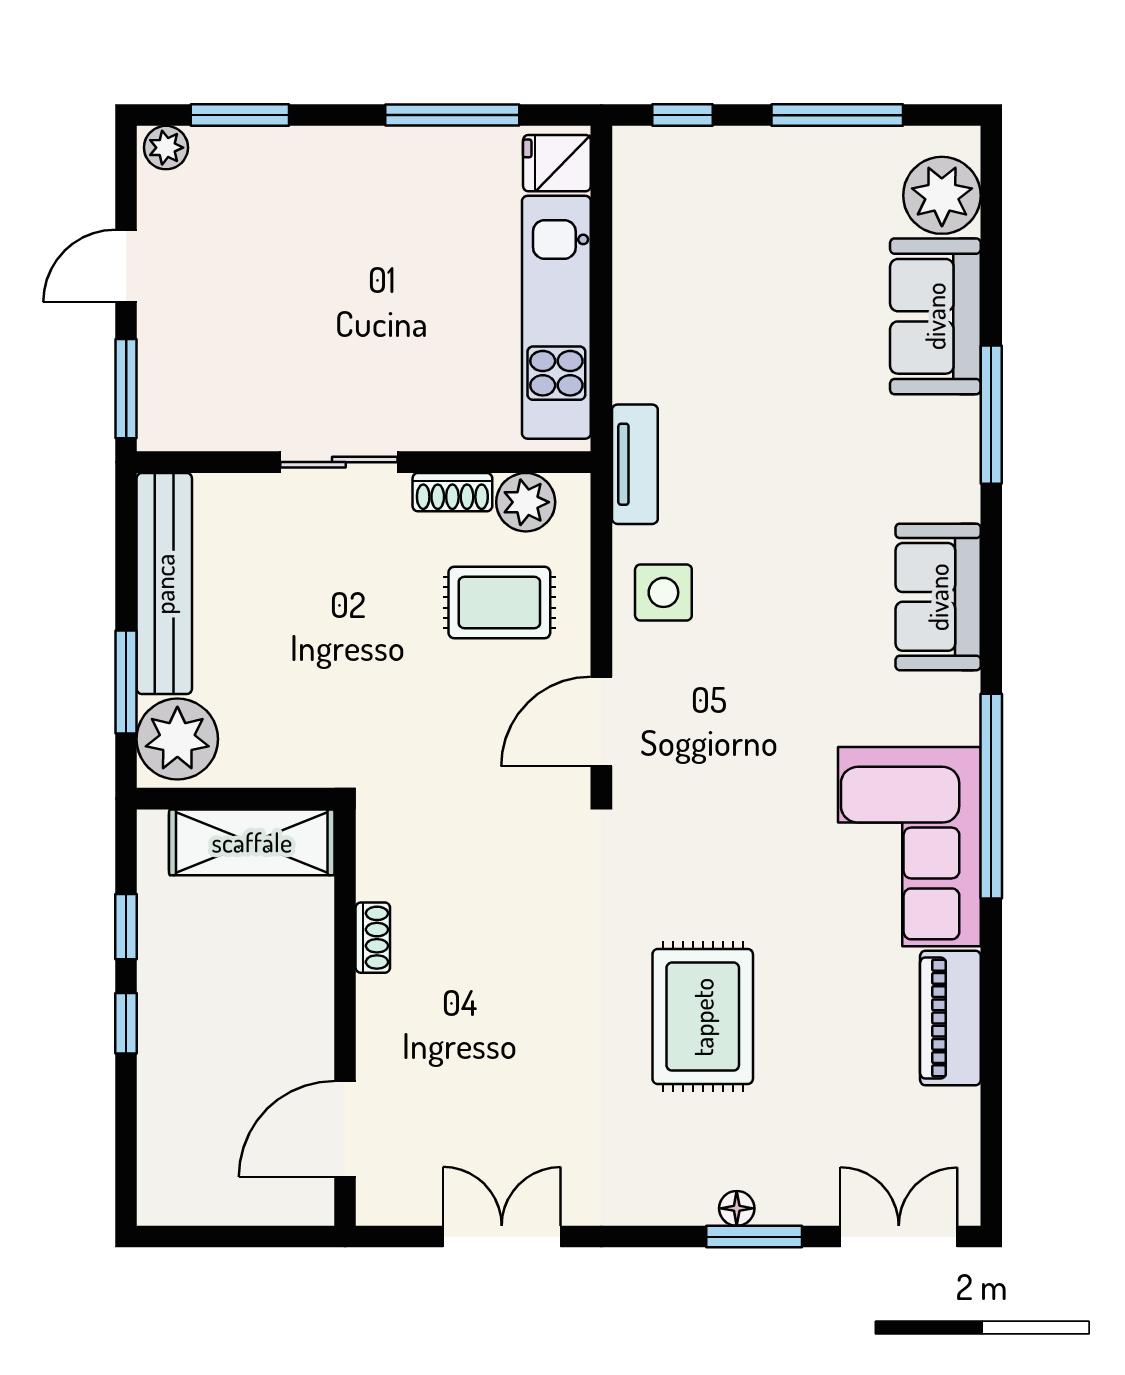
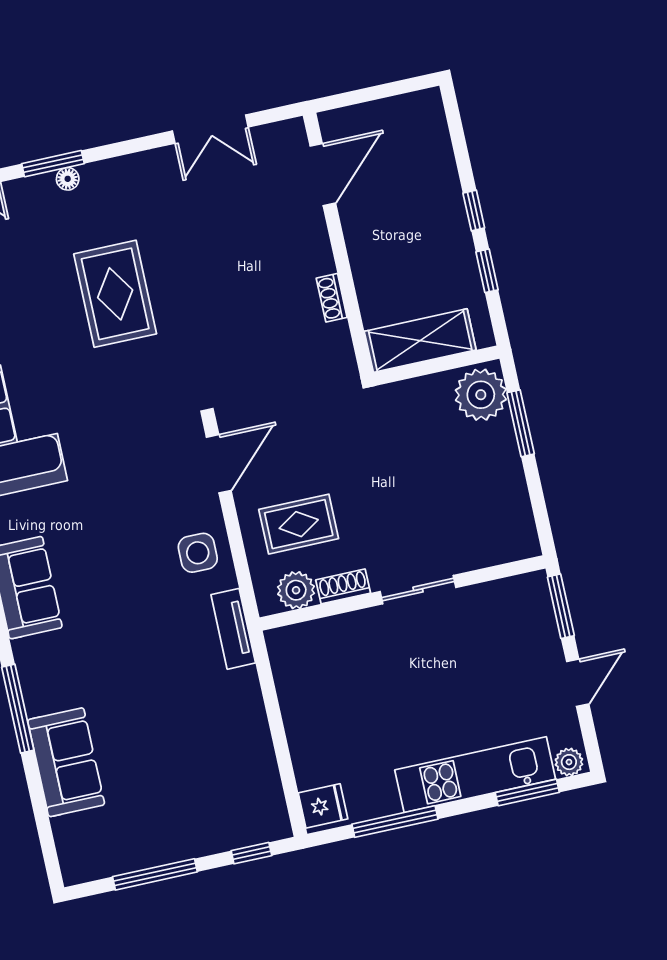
plant: (942, 195) -> (79, 839), removed
kitchen unit: (556, 317) -> (475, 775), moved, turned -90
bench: (164, 584) -> (510, 490), removed

